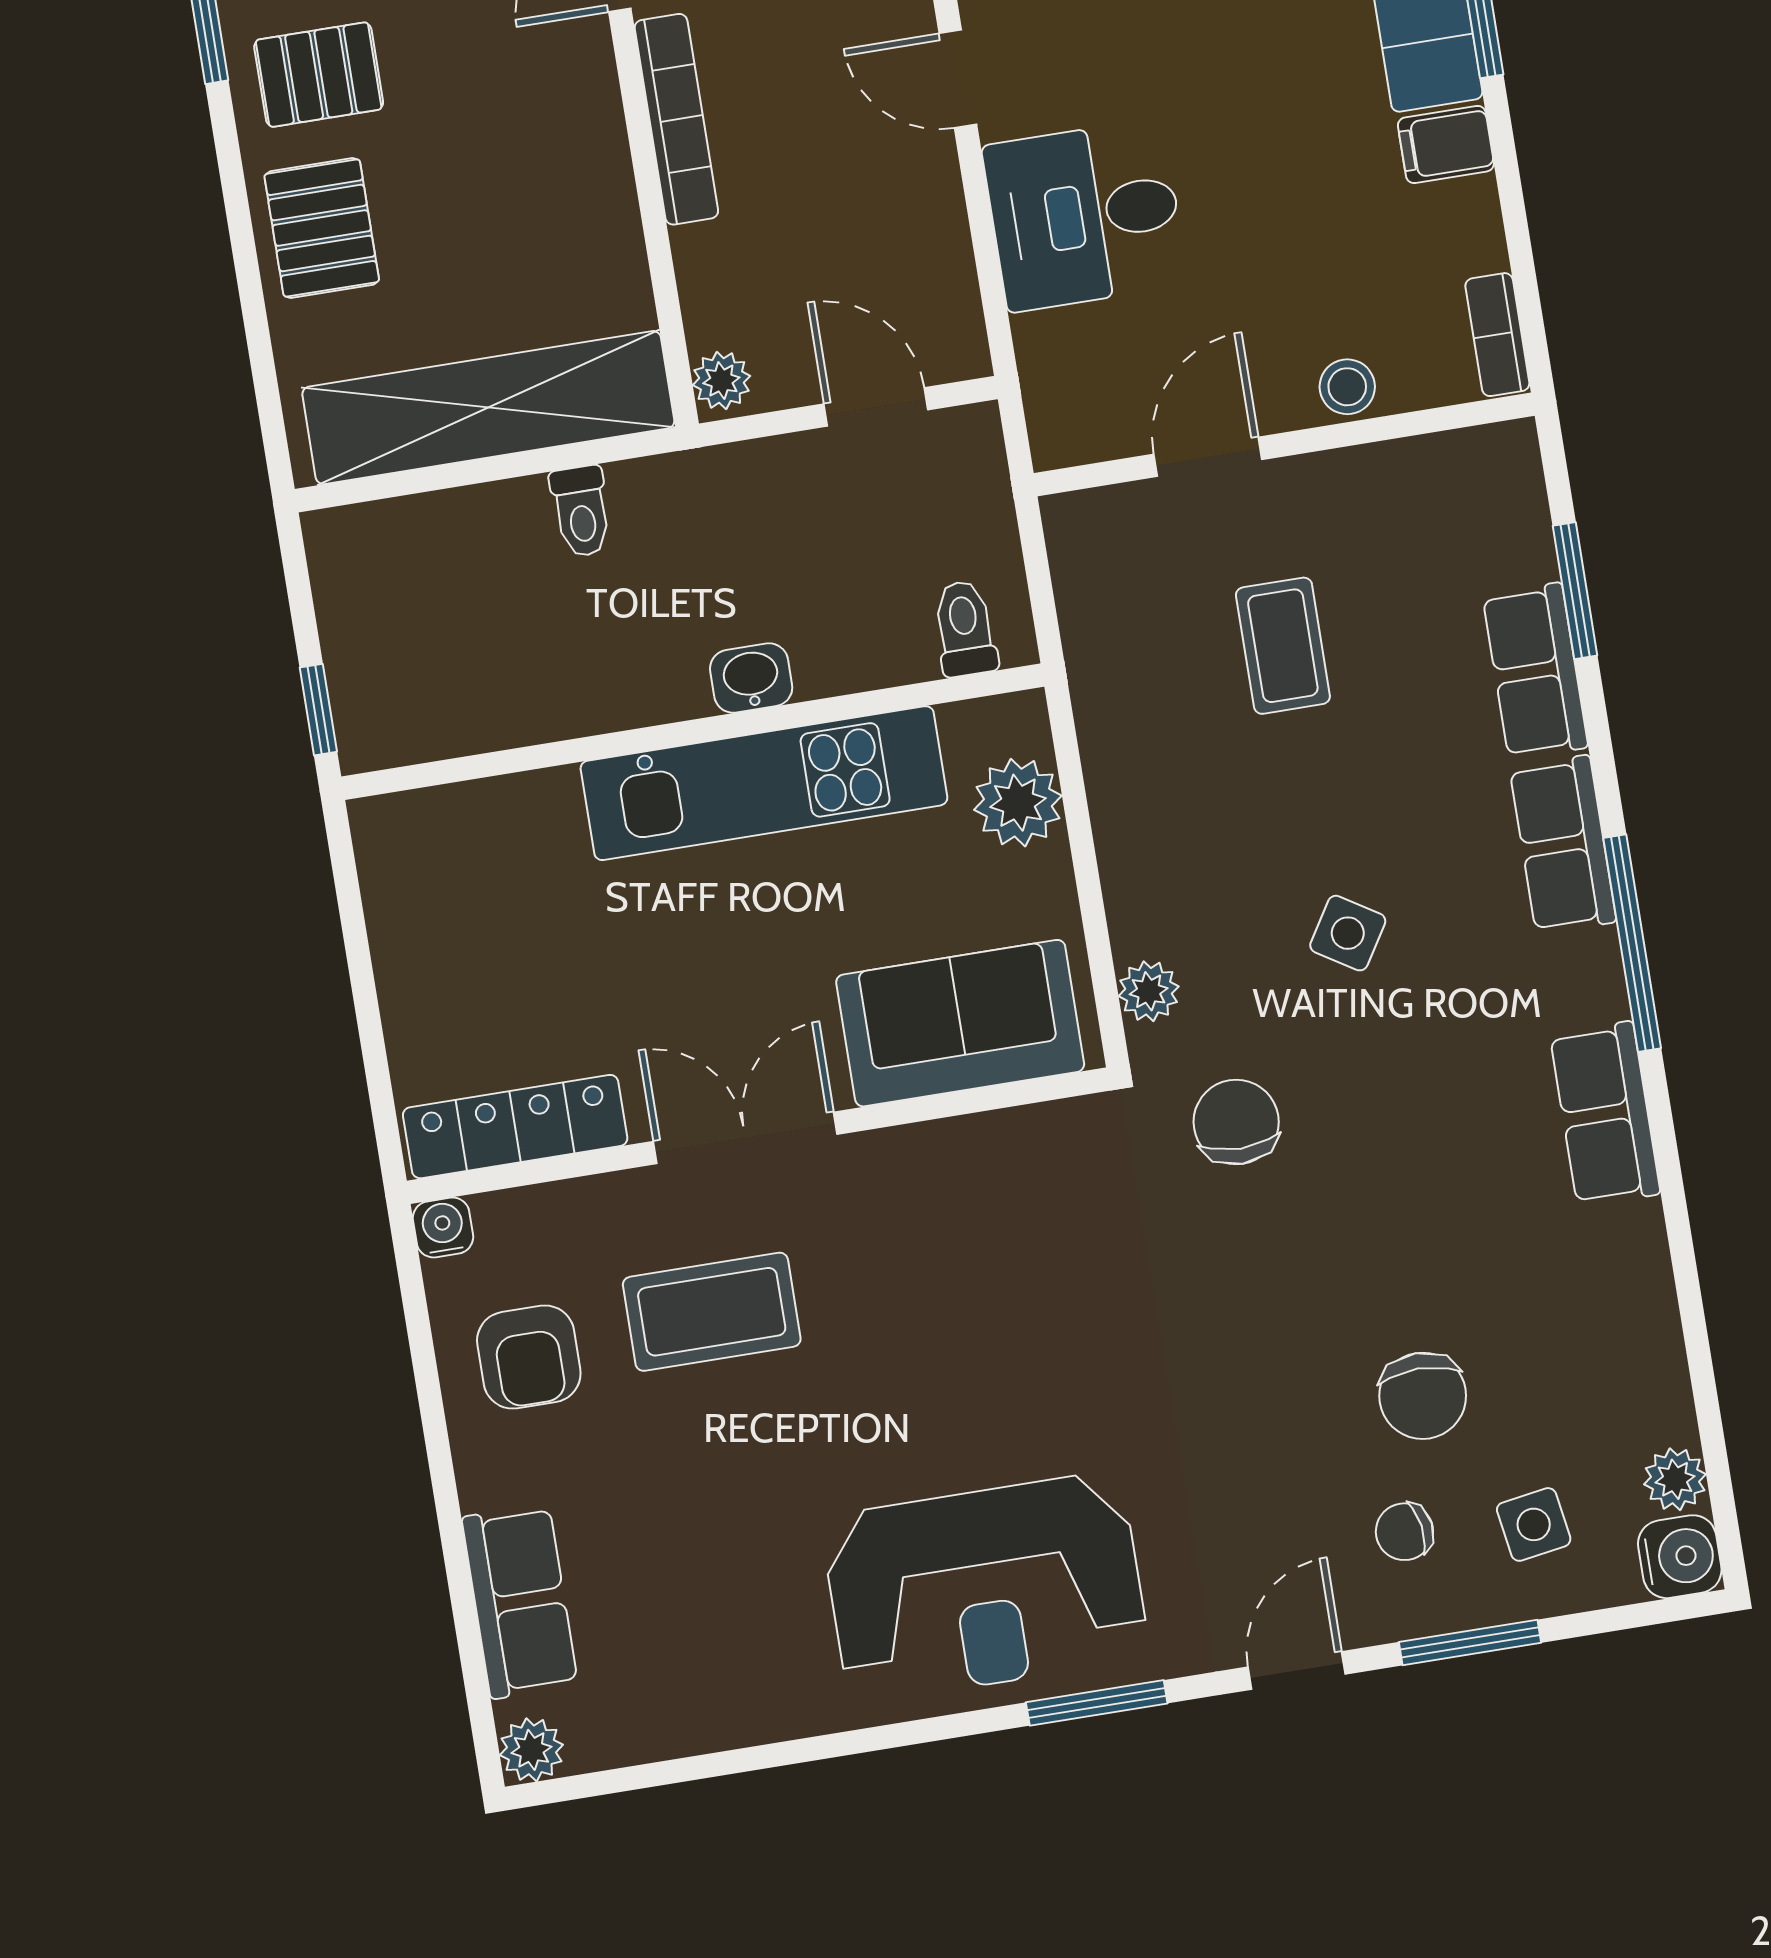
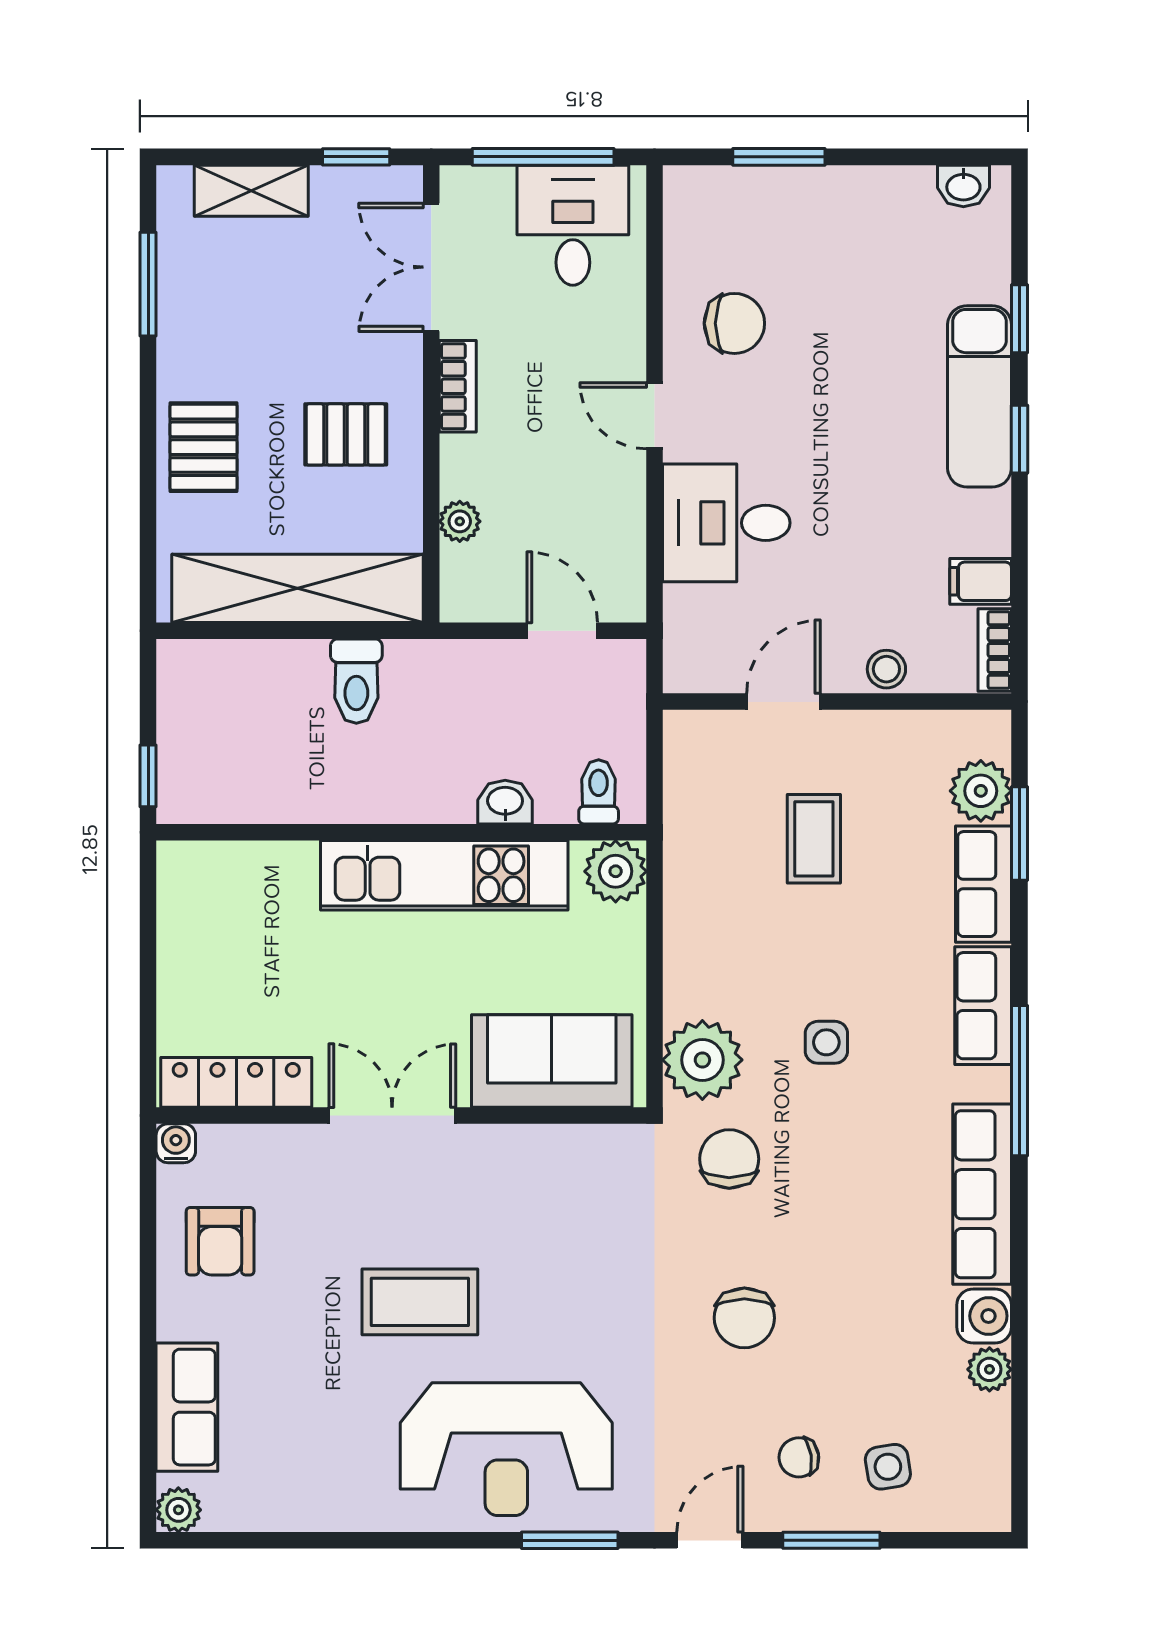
pallet: (319, 75) -> (346, 434), moved
bookcase: (676, 119) -> (458, 386), width x0.64
filing cabinet: (1446, 144) -> (981, 581), moved
plant: (721, 380) -> (460, 521), moved
toilet: (581, 511) -> (356, 681), width x1.37, depth x1.39
plant: (1510, 539) -> (981, 791), added
washbasin: (751, 678) -> (505, 802), moved
plant: (1018, 803) -> (616, 871), moved
side table: (1348, 933) -> (826, 1042), turned -32
plant: (1149, 991) -> (702, 1060), width x1.87, depth x1.87
row of seats: (1605, 1114) -> (982, 1194), width x1.48
coffee table: (712, 1312) -> (420, 1302), moved
chair: (1423, 1396) -> (744, 1318), moved
plant: (1675, 1479) -> (989, 1369), moved
water cooler: (1680, 1557) -> (984, 1316), moved

